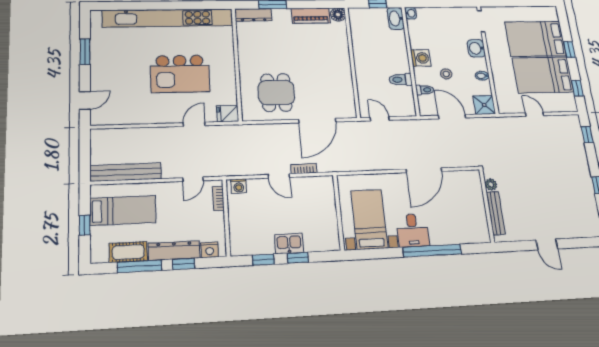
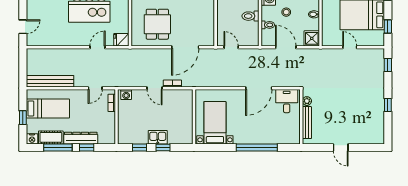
desk: (413, 230) -> (287, 101), moved, turned 180
nightstand: (210, 250) -> (32, 139), moved

